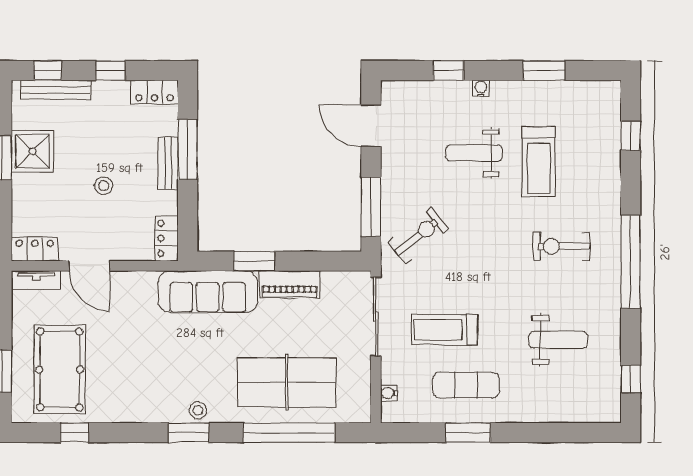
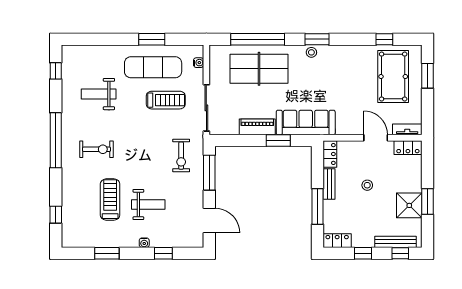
bench: (168, 163) -> (329, 184), moved
exercise bike: (418, 236) -> (181, 156), turned -51
exercise mat: (466, 385) -> (153, 67), width x1.36, depth x1.45

